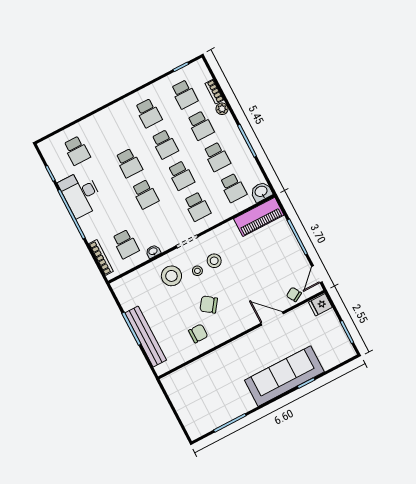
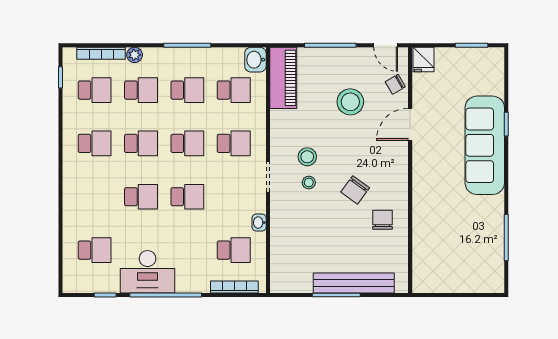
bookcase: (214, 92) -> (101, 53), width x1.56
stool: (171, 276) -> (350, 102), moved

